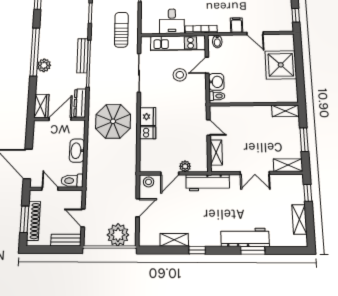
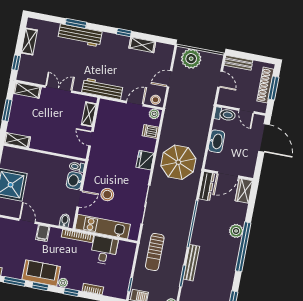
bench: (82, 56) -> (191, 263), moved
dishwasher: (148, 133) -> (151, 131), moved
plant: (185, 166) -> (154, 114), moved

